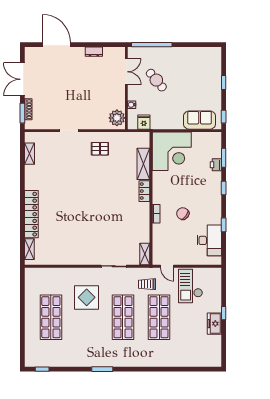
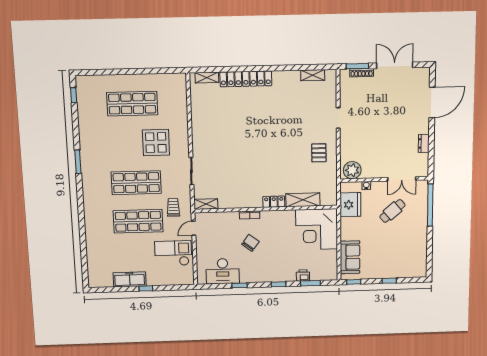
fridge: (144, 122) -> (350, 205), width x1.88, depth x1.34
freezer: (214, 324) -> (130, 279), width x1.40

